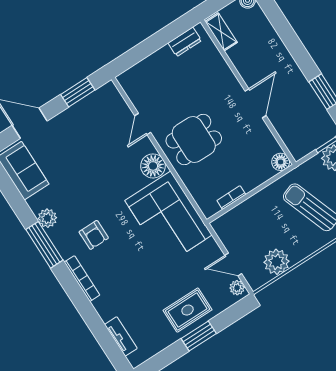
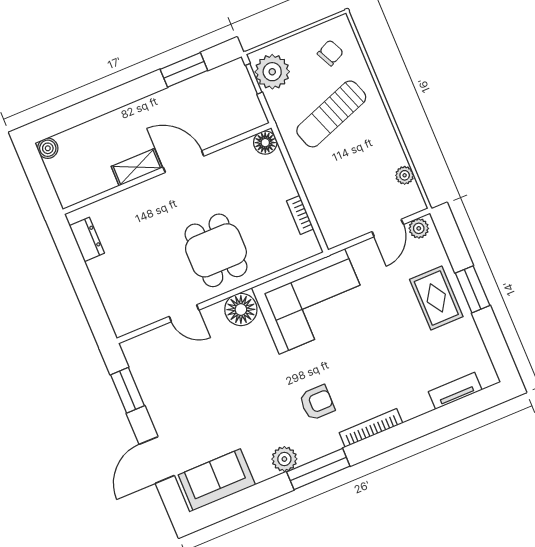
shelving: (221, 32) -> (137, 167), moved
plant: (277, 262) -> (405, 175), width x0.53, depth x0.53

